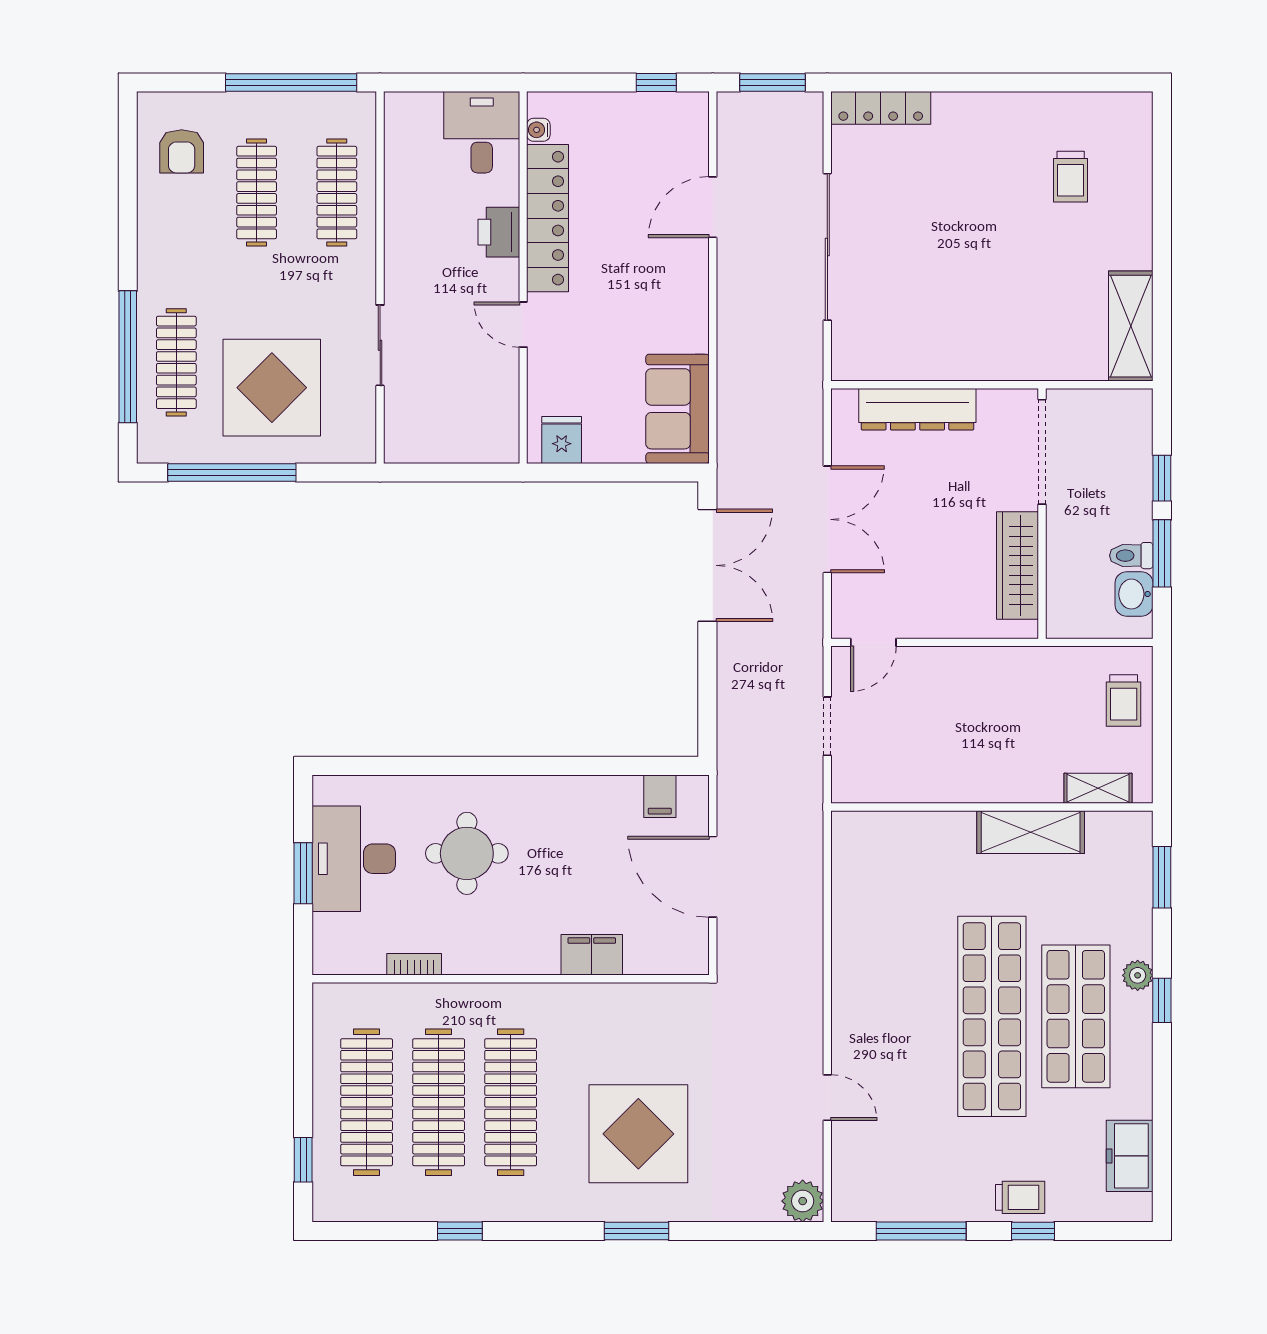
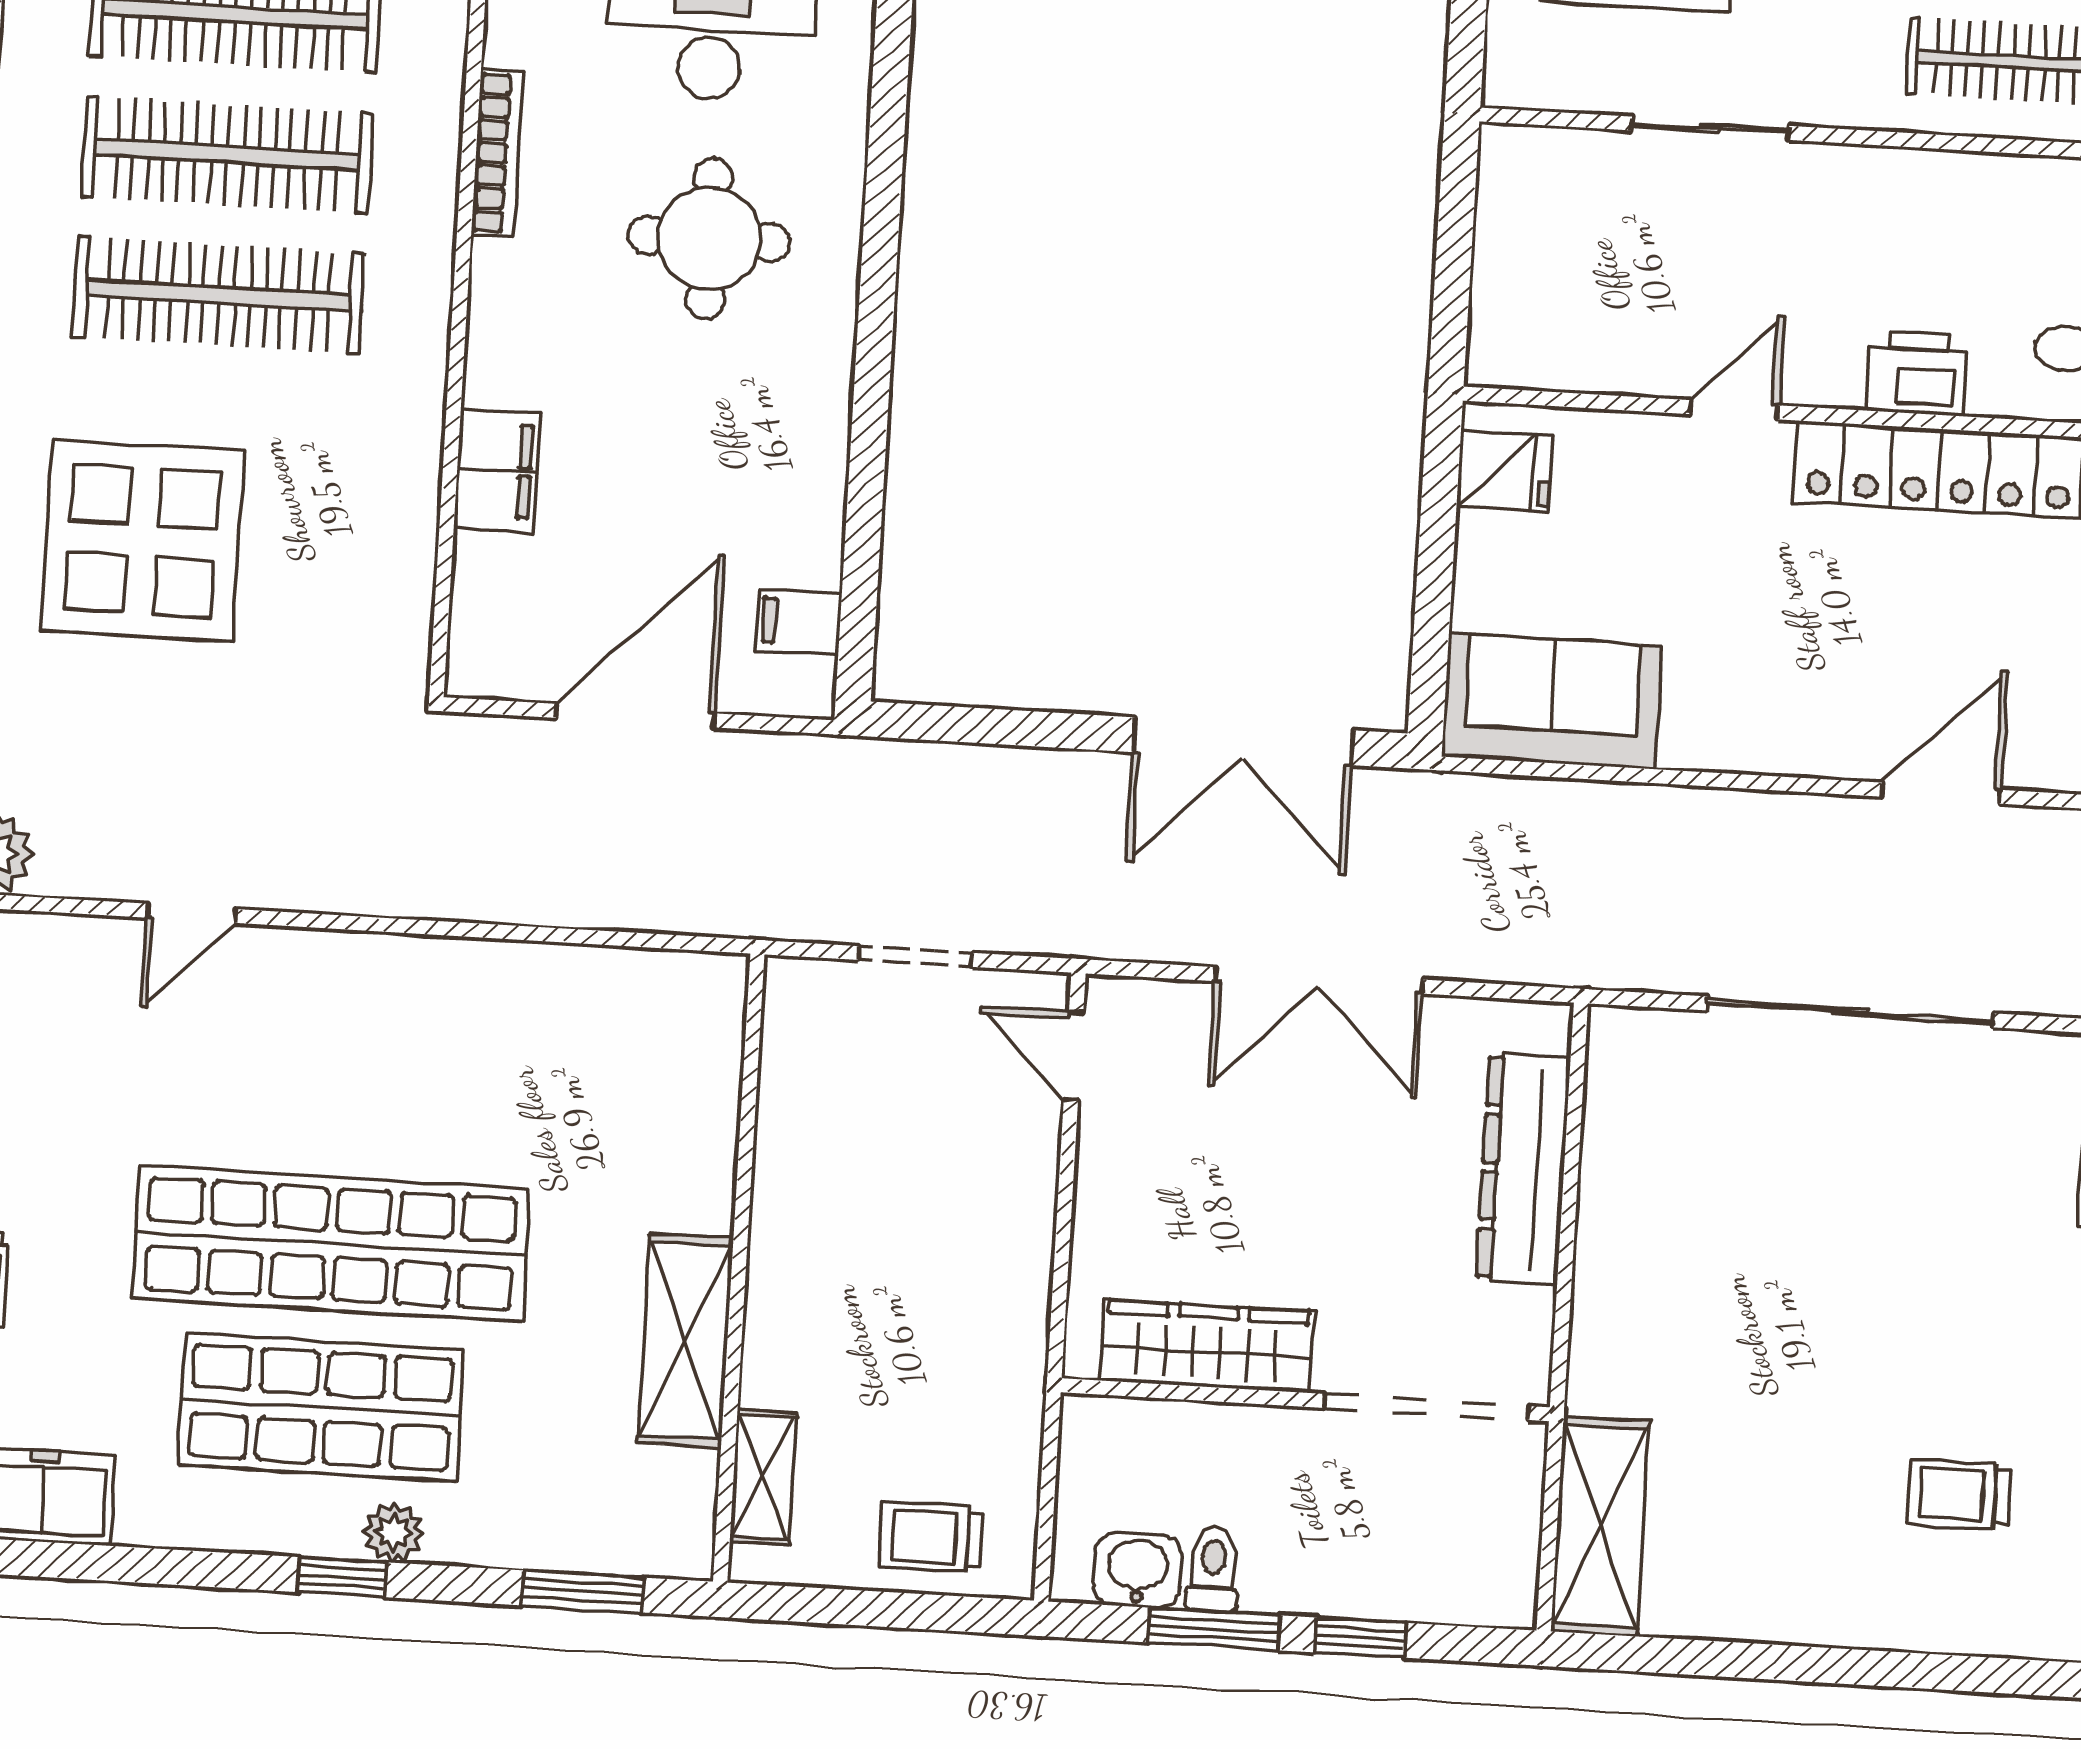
door: (713, 207) -> (1941, 793), hinge flipped
shelving: (1131, 326) -> (1600, 1526), moved, turned 90
bookcase: (414, 964) -> (497, 153), width x1.56

